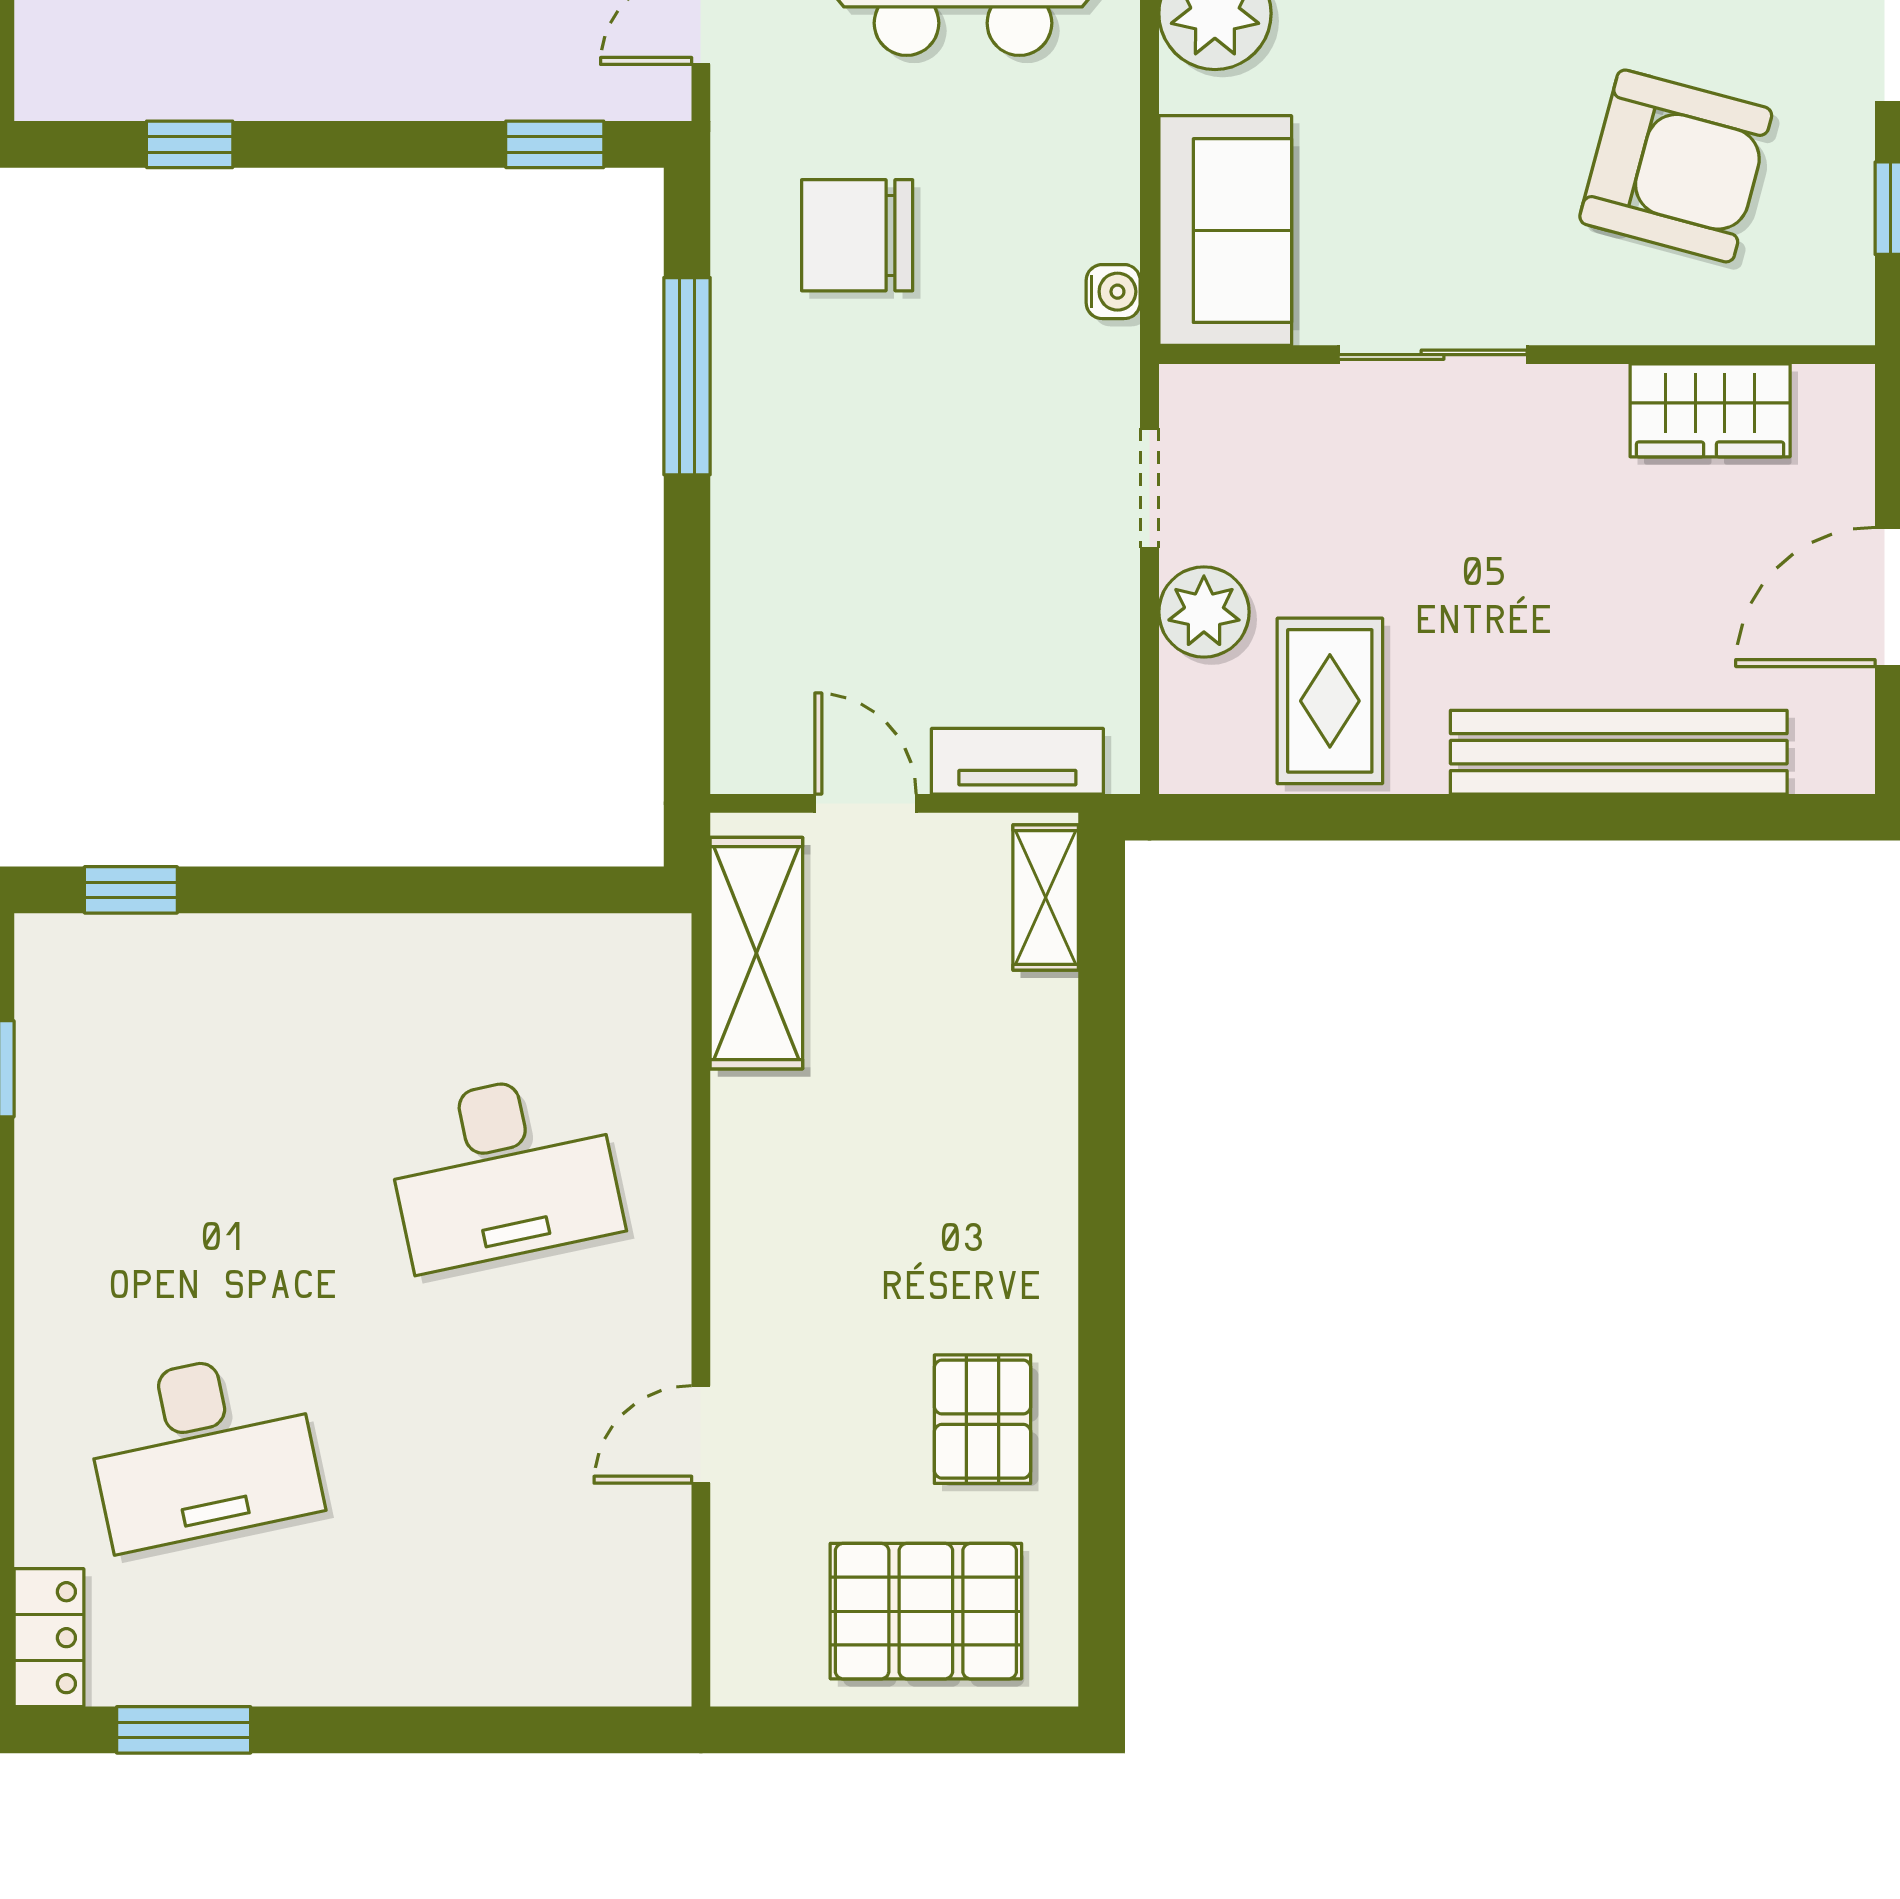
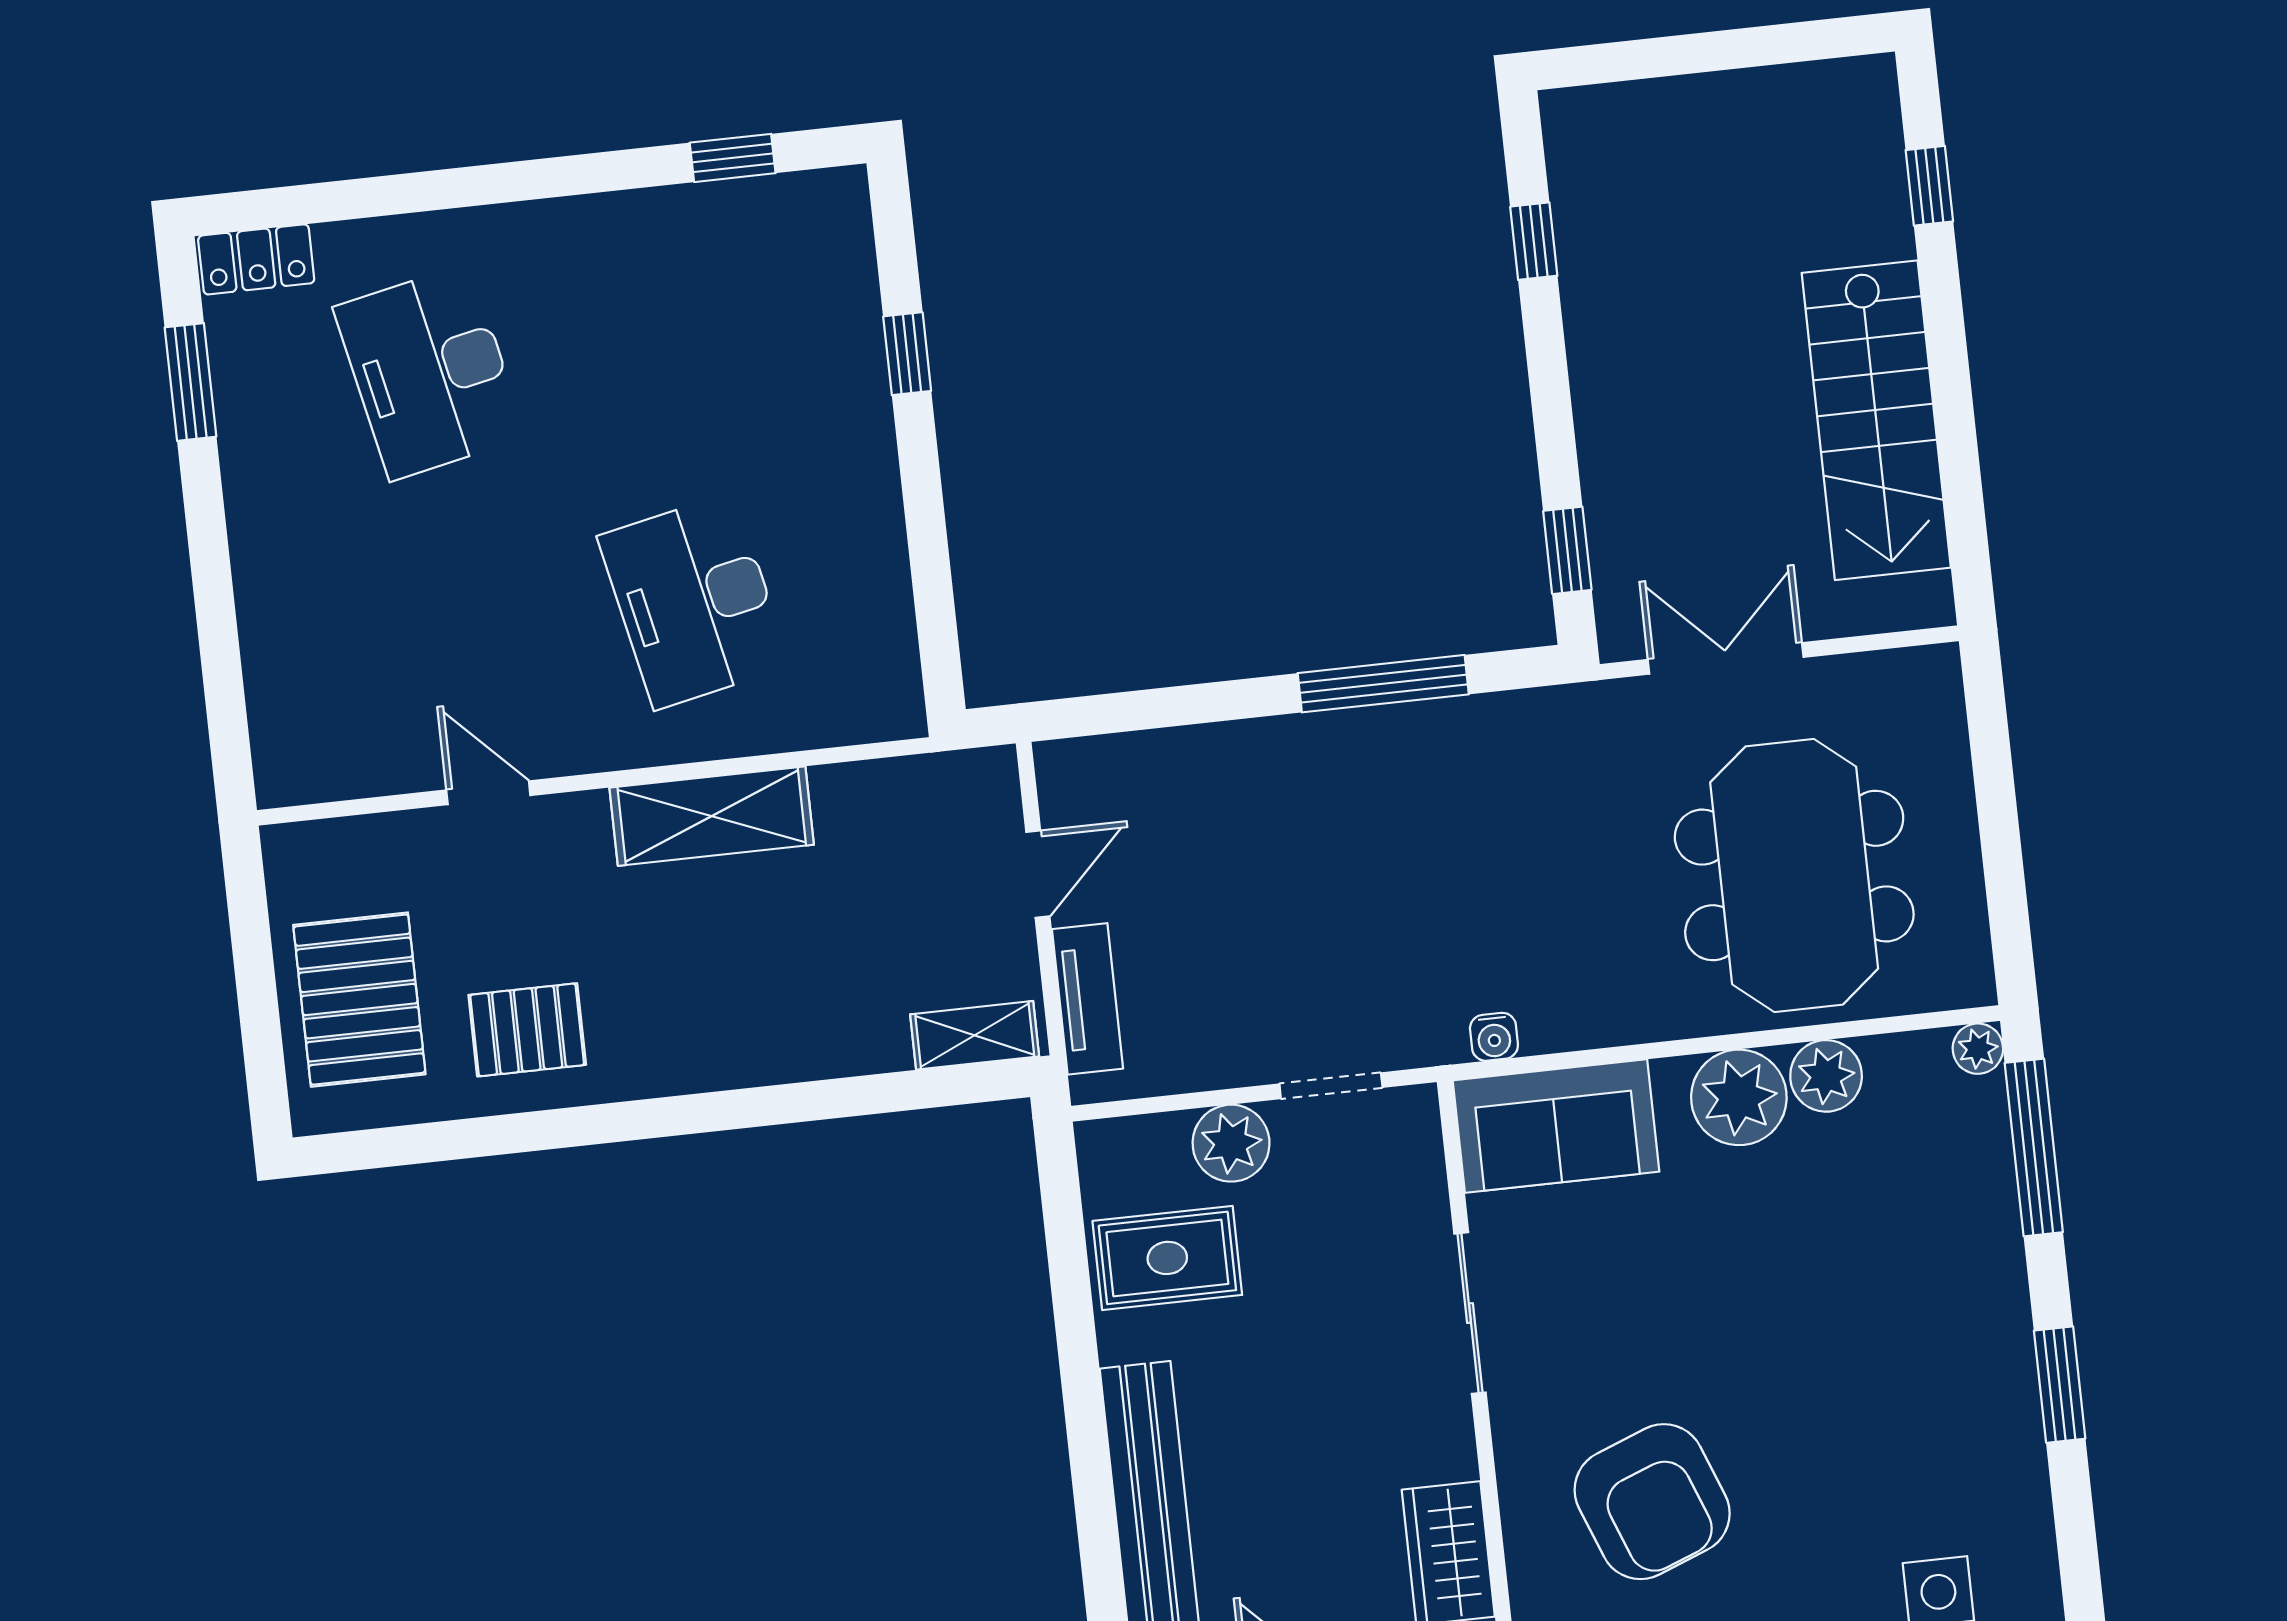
armchair: (1676, 166) -> (1652, 1502), turned -36
chair: (857, 235) -> (1518, 815), removed
window: (131, 890) -> (907, 354), moved
shelving: (756, 953) -> (712, 816), moved

